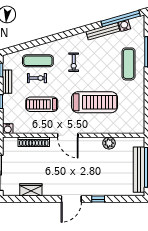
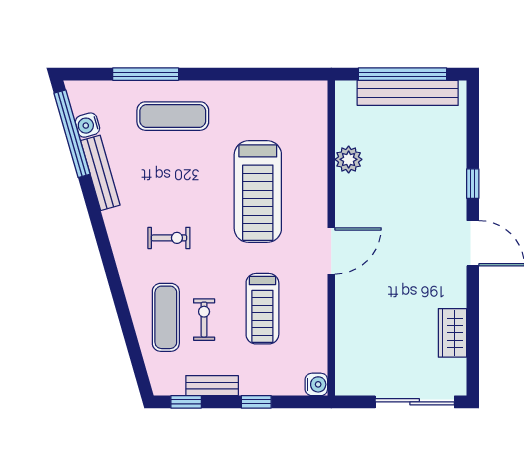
treadmill: (95, 102) -> (258, 192), turned 180
shoe rack: (34, 142) -> (346, 327), removed

